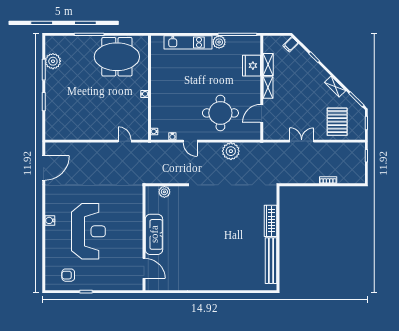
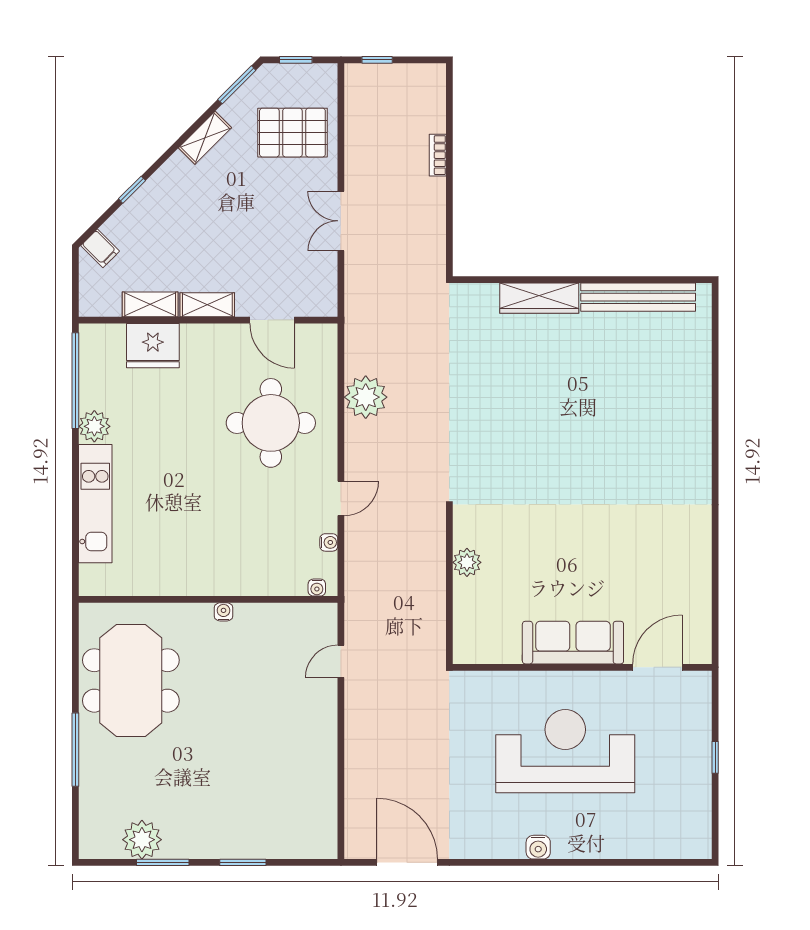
sofa: (154, 234) -> (573, 643), moved
wall: (144, 238) -> (582, 667), moved
door: (144, 268) -> (657, 667), moved
armchair: (68, 275) -> (674, 802), removed

